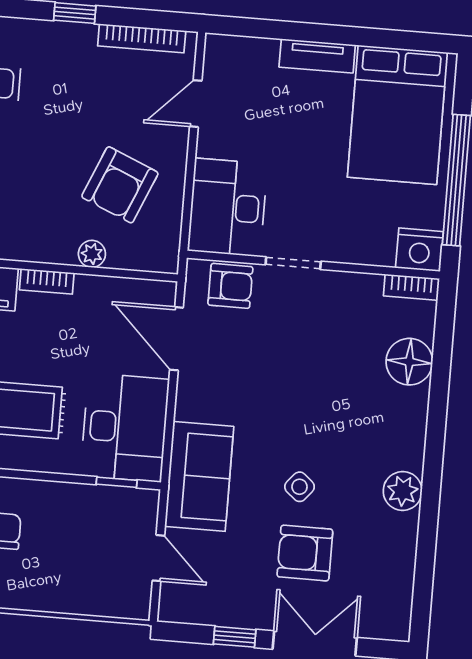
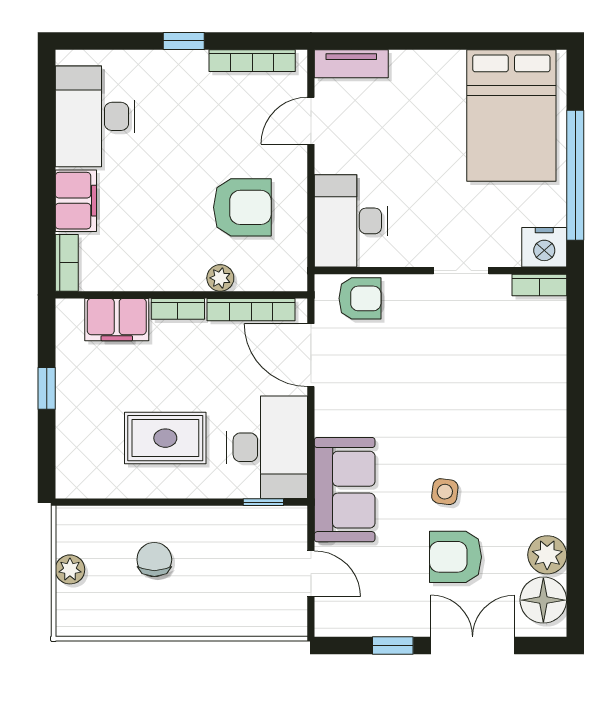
tv unit: (317, 56) -> (351, 64), moved
armchair: (120, 185) -> (242, 207), turned -113
doorway: (293, 263) -> (461, 271), moved
bookcase: (120, 288) -> (251, 310), added
floor lamp: (409, 362) -> (543, 600), moved
side table: (300, 487) -> (445, 492), turned -33
plant: (403, 491) -> (547, 555), moved

